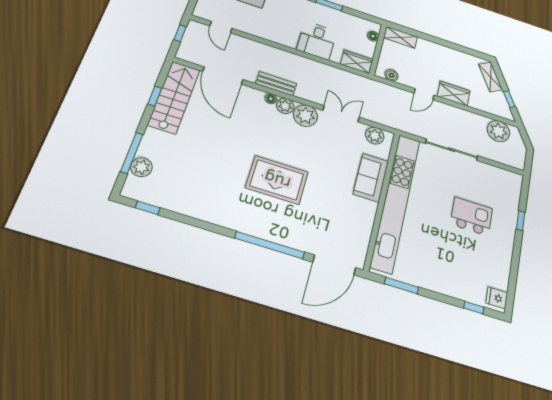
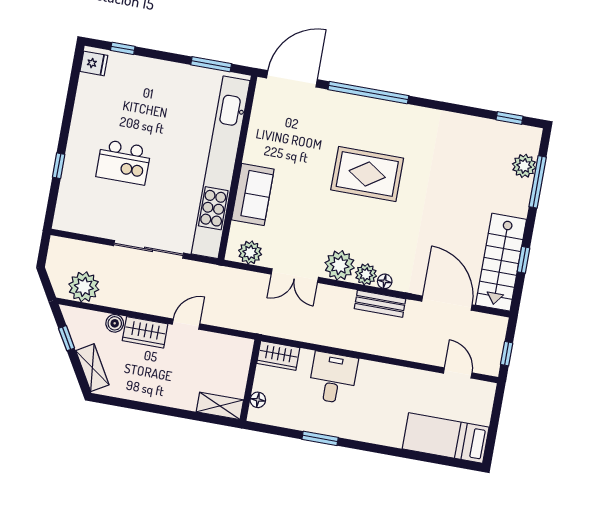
boiler: (391, 75) -> (115, 323), moved

